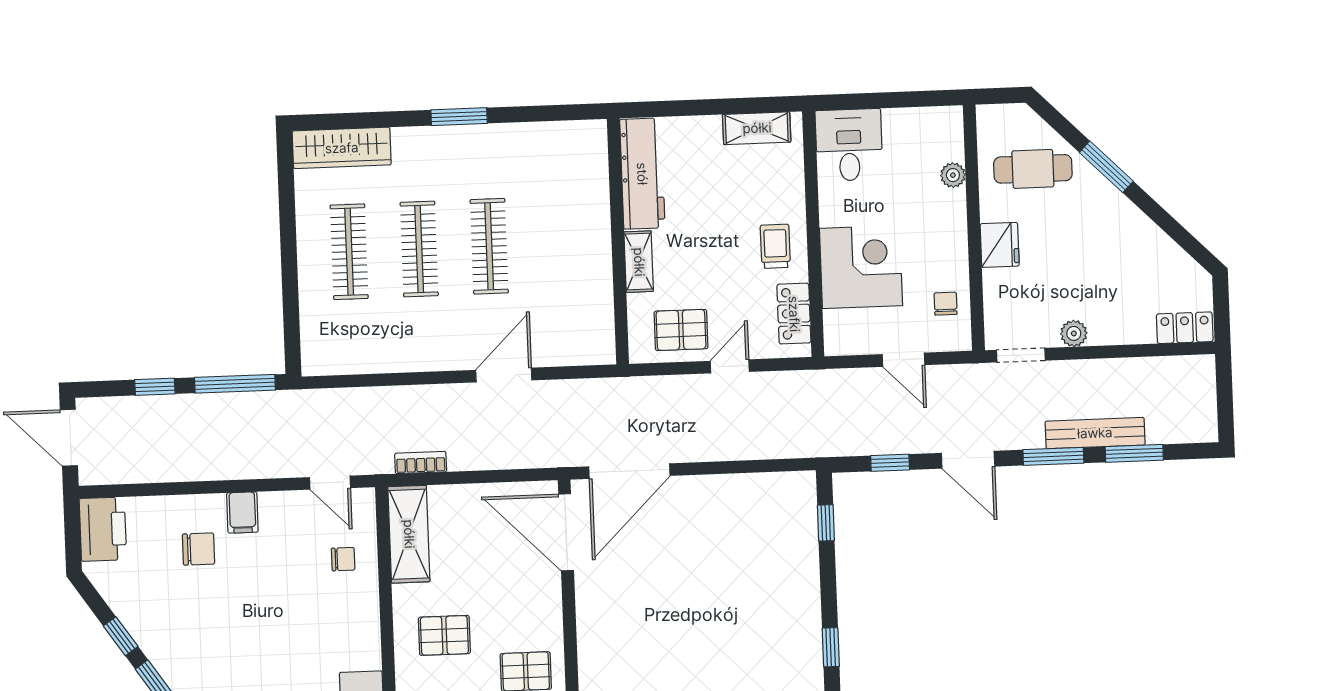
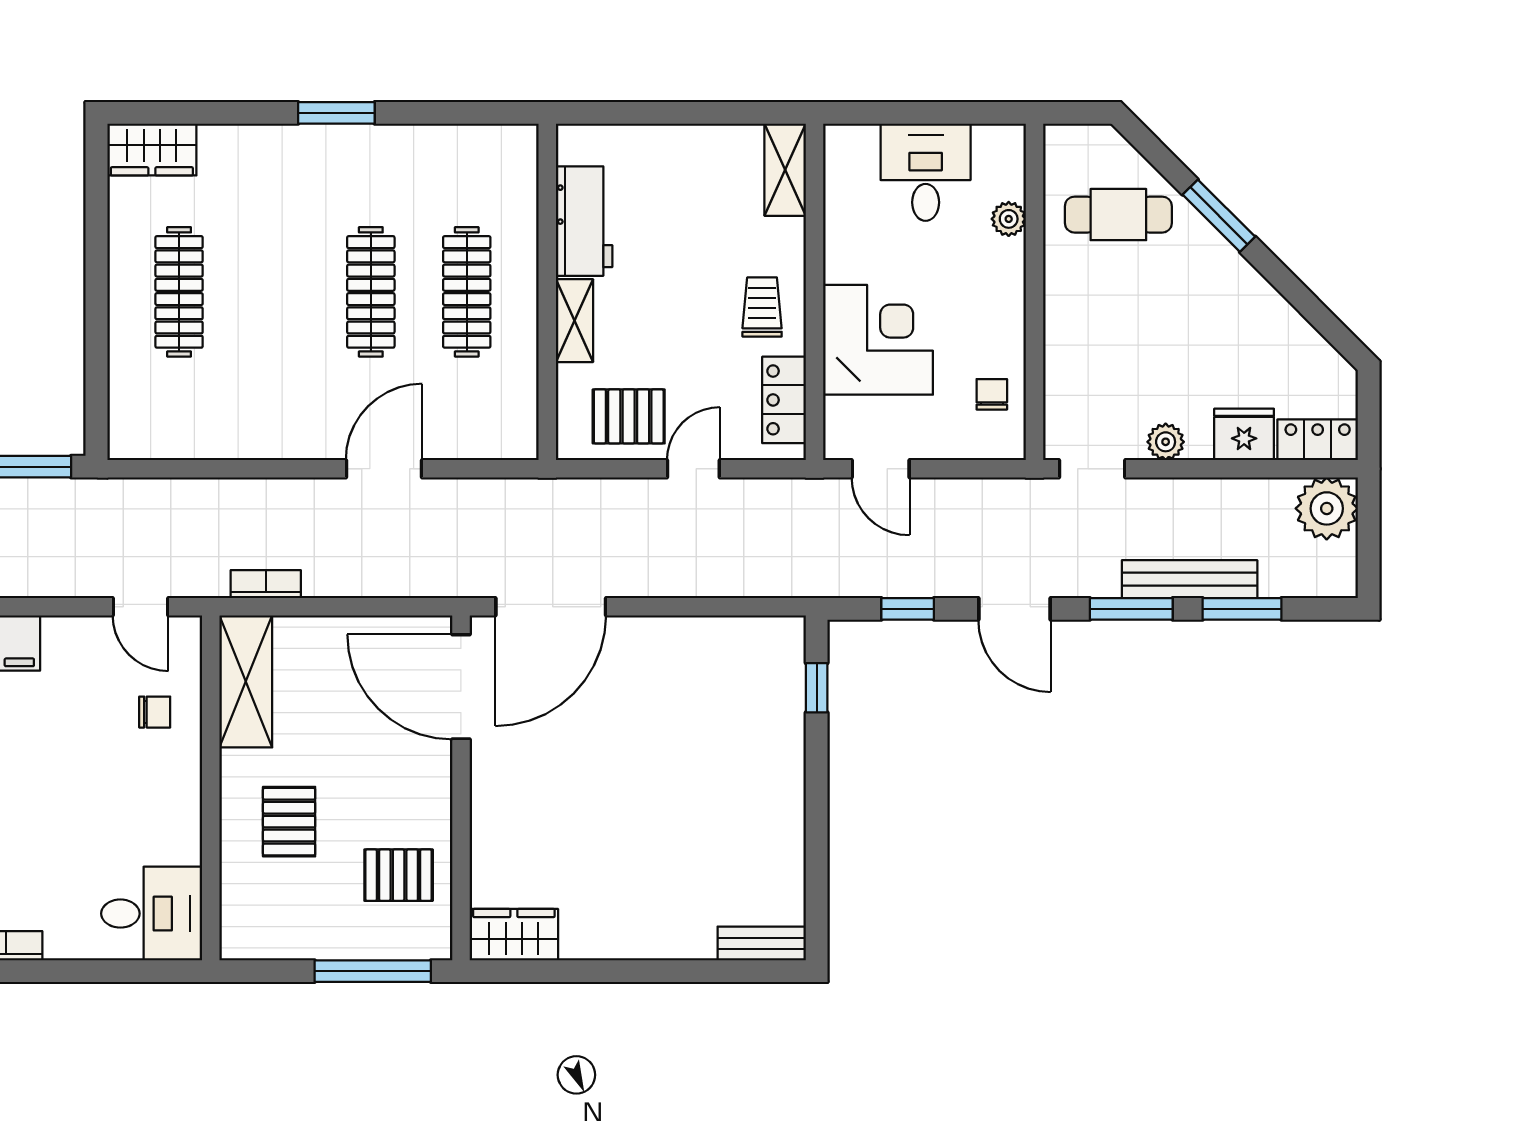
shelving: (757, 128) -> (785, 170), moved, turned 90
desk: (849, 145) -> (926, 172), moved
wardrobe: (342, 148) -> (152, 150), width x0.67
workbench: (642, 174) -> (584, 221), width x0.73
fridge: (1000, 245) -> (1244, 434), moved, turned -90
clothes rail: (419, 249) -> (467, 292), moved
door: (903, 360) -> (881, 469), moved
plant: (1193, 378) -> (1327, 508), added
pallet: (444, 635) -> (289, 822), turned 90
window: (831, 647) -> (817, 858), removed

